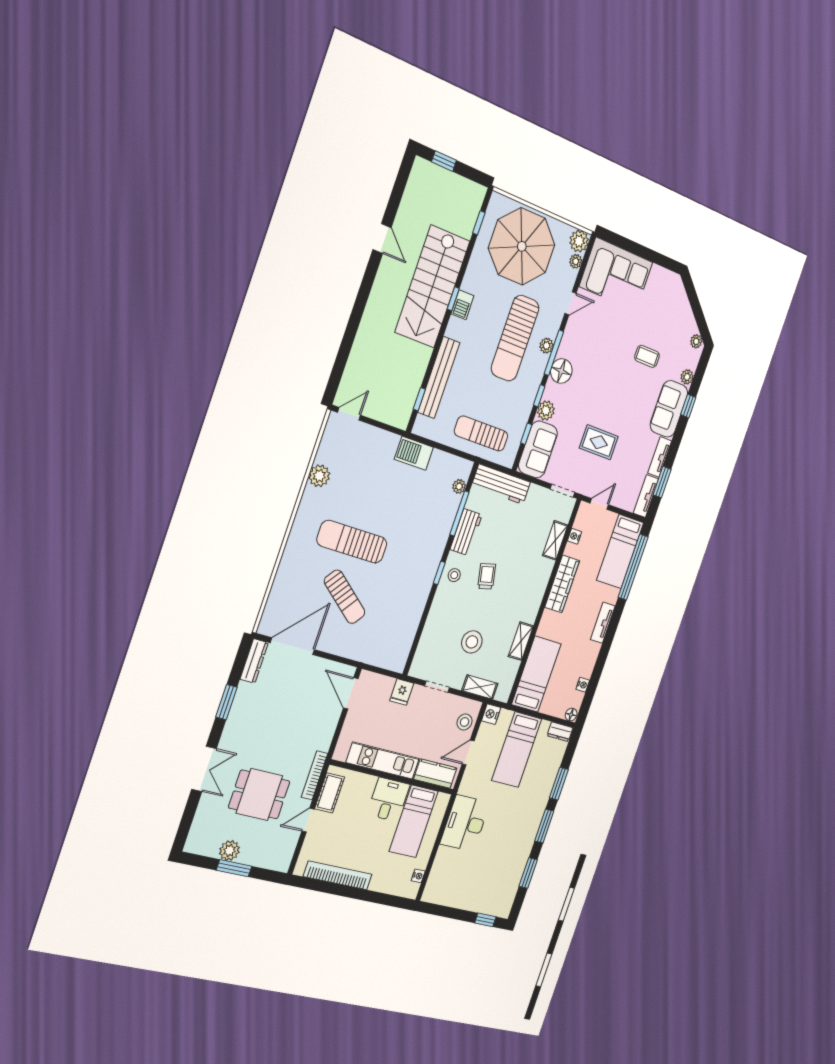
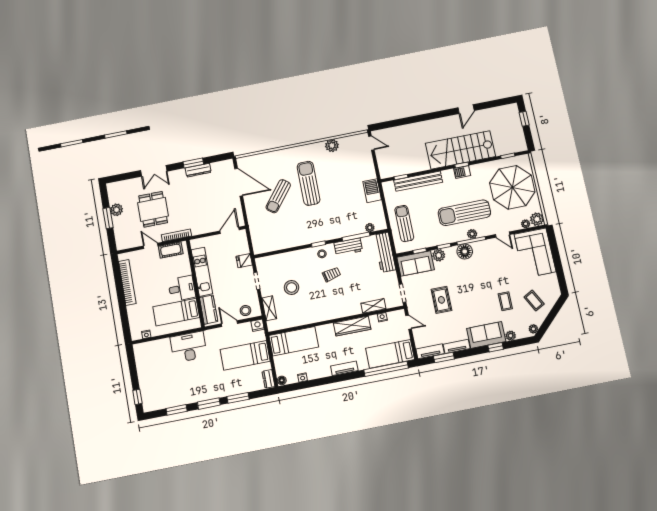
coffee table: (667, 317) -> (534, 301), added
shelving: (521, 641) -> (307, 319), removed
dresser: (254, 661) -> (198, 170), moved

